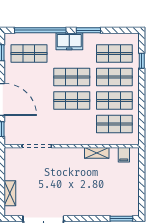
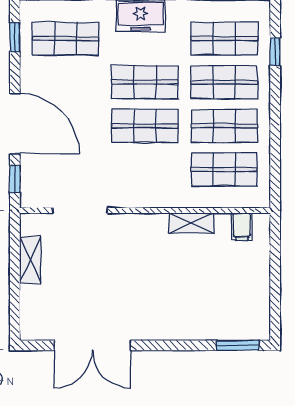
shelving: (10, 193) -> (30, 260), moved

